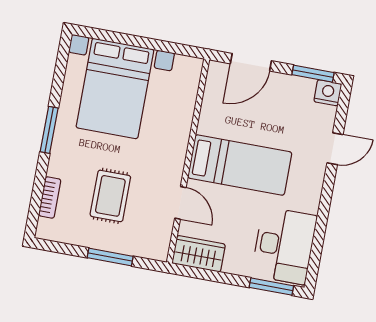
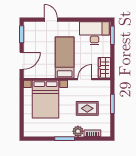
door: (251, 62) -> (22, 61), hinge flipped
bed with nightstands: (115, 88) -> (45, 99), moved, turned 90
nightstand: (328, 93) -> (28, 27), removed
plant: (61, 164) -> (78, 131), added

